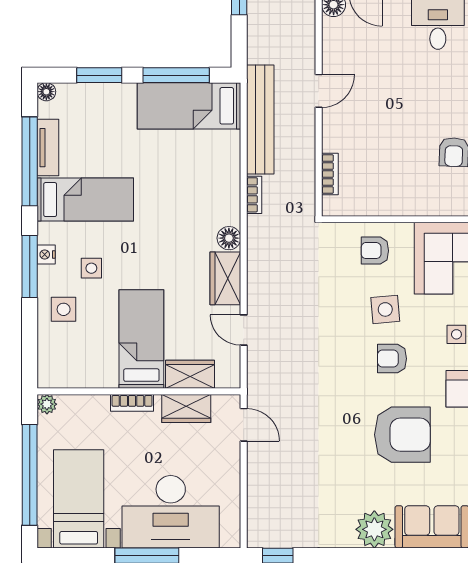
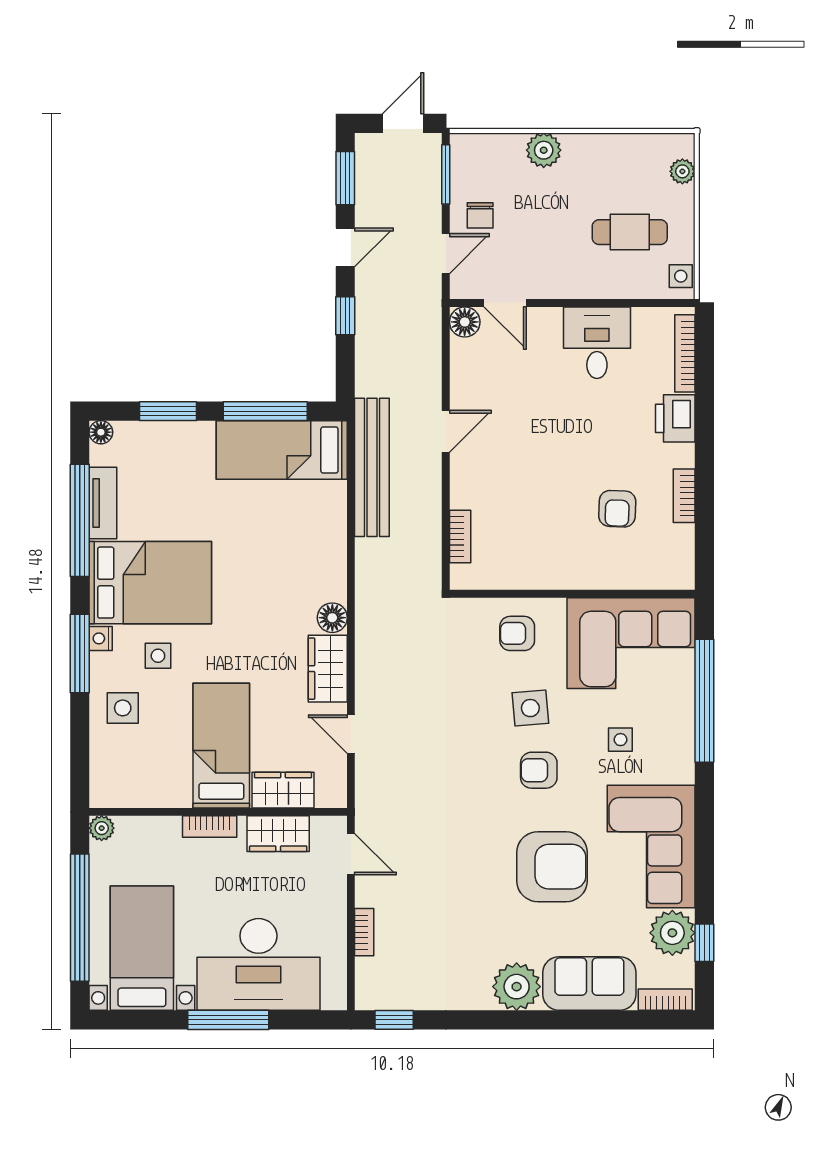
bookcase: (254, 195) -> (364, 932), moved
bed: (85, 200) -> (150, 583), width x1.50

